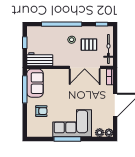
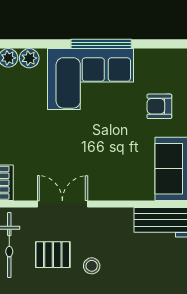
double door: (85, 67) -> (62, 204), width x0.73

